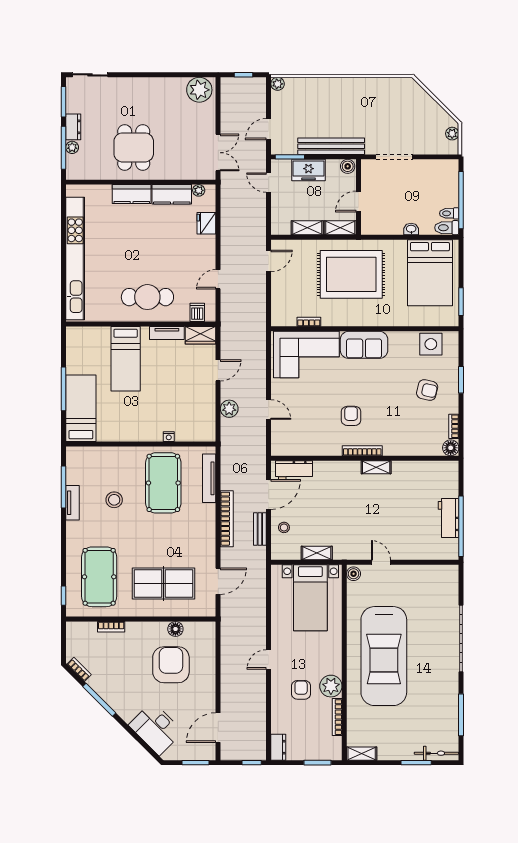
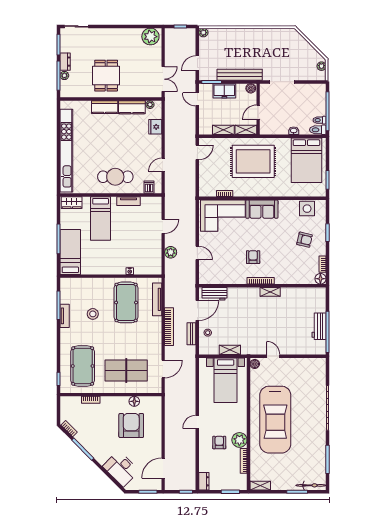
wardrobe: (201, 335) -> (72, 203), moved

